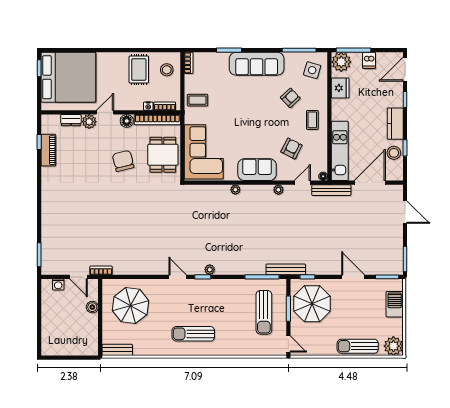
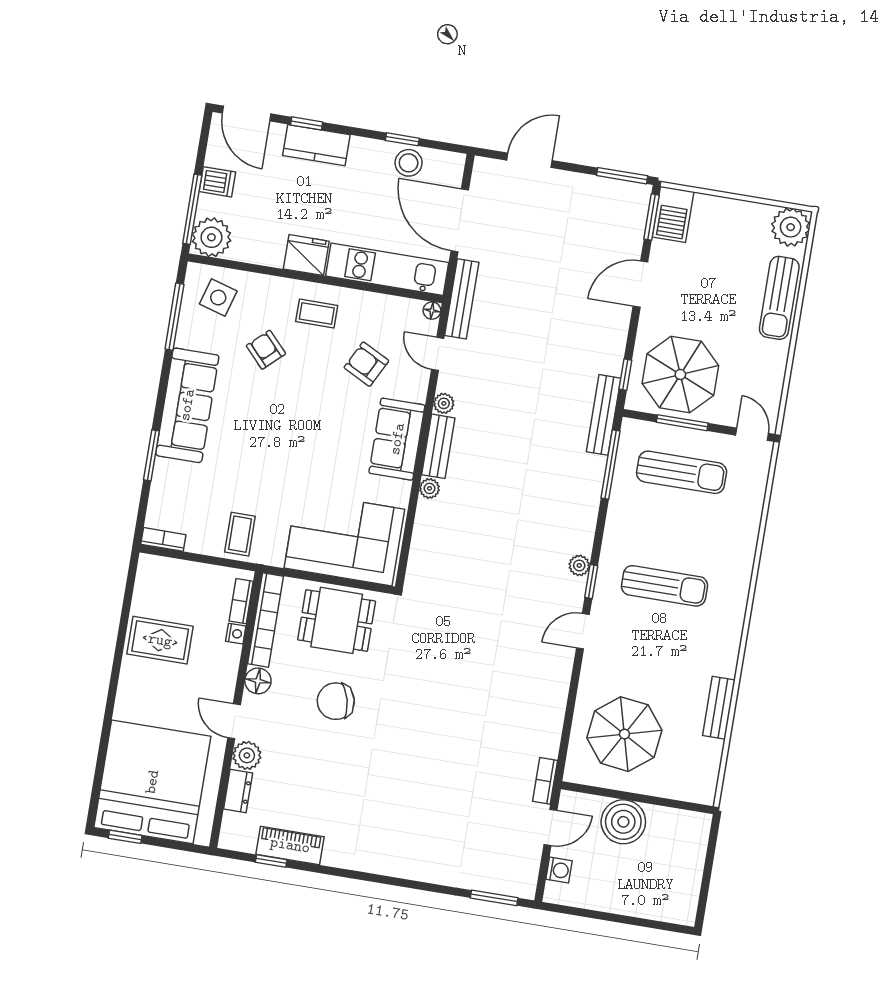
stool: (167, 70) -> (170, 585), removed
fridge: (340, 88) -> (306, 255), moved
kitchen counter: (395, 124) -> (316, 145), moved
bench: (257, 191) -> (438, 446), added
barbecue: (395, 304) -> (673, 214), moved, turned -90
boiler: (92, 307) -> (623, 822), width x1.86, depth x1.86
sun lounger: (193, 334) -> (664, 586), moved, turned -90
door: (288, 344) -> (752, 434), hinge flipped
bench: (117, 350) -> (719, 708), moved

